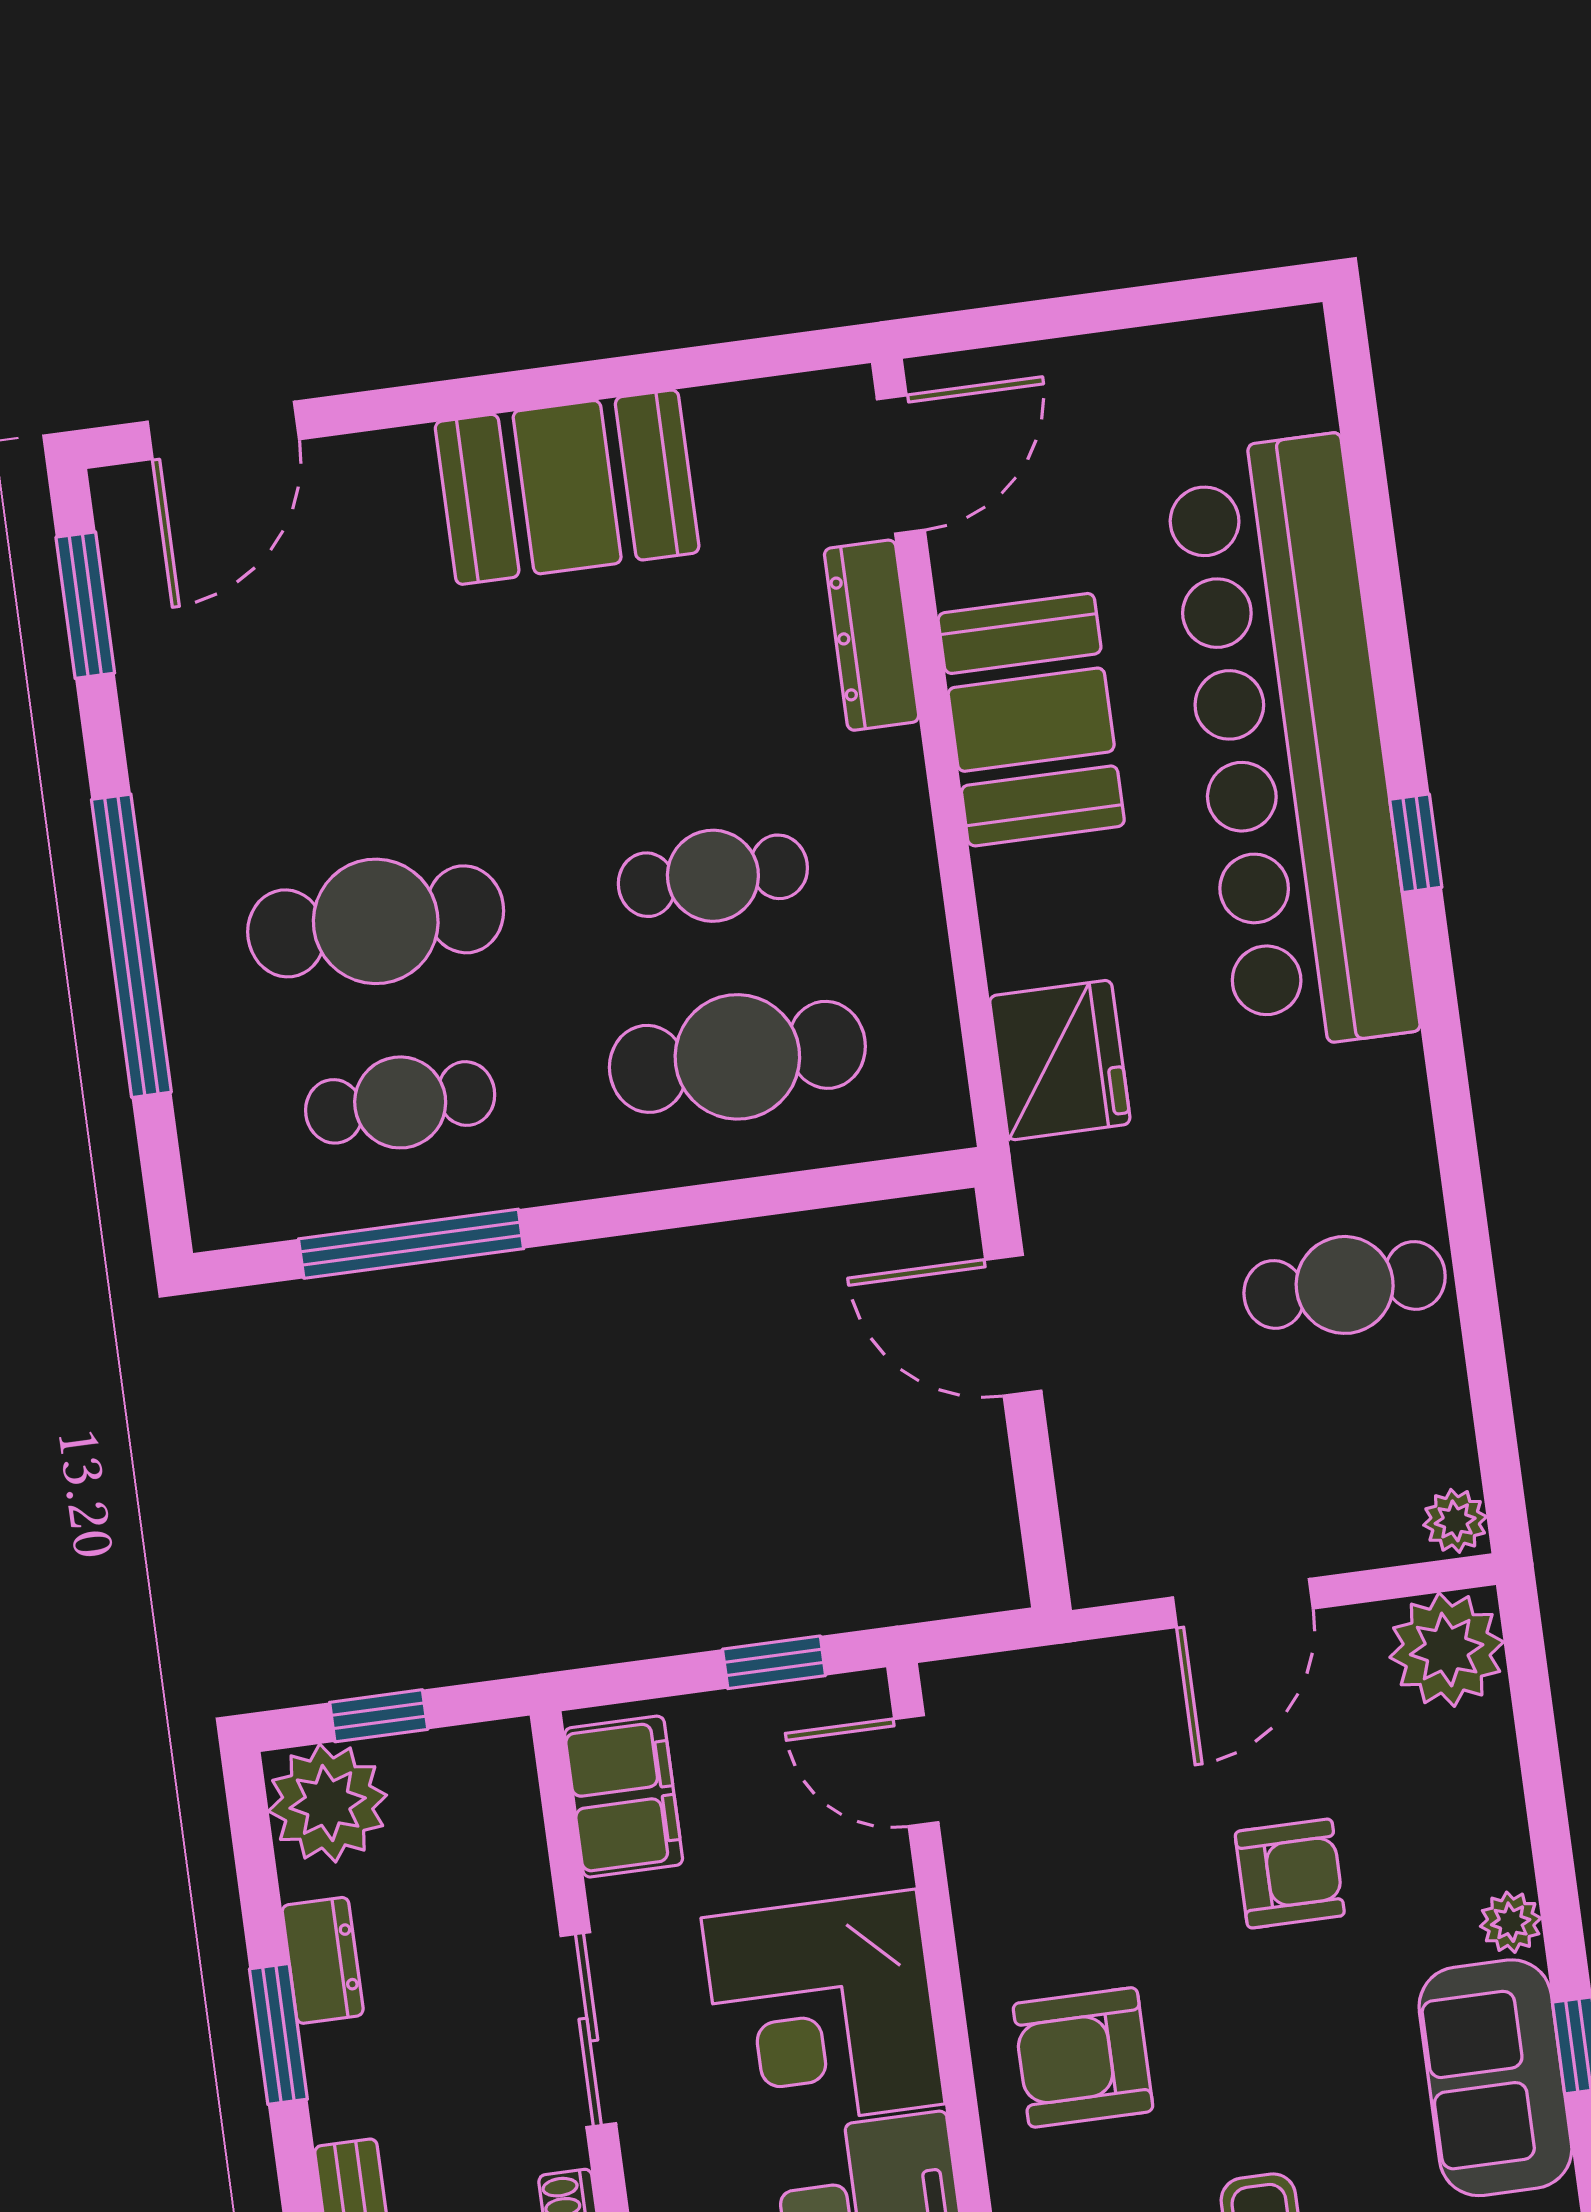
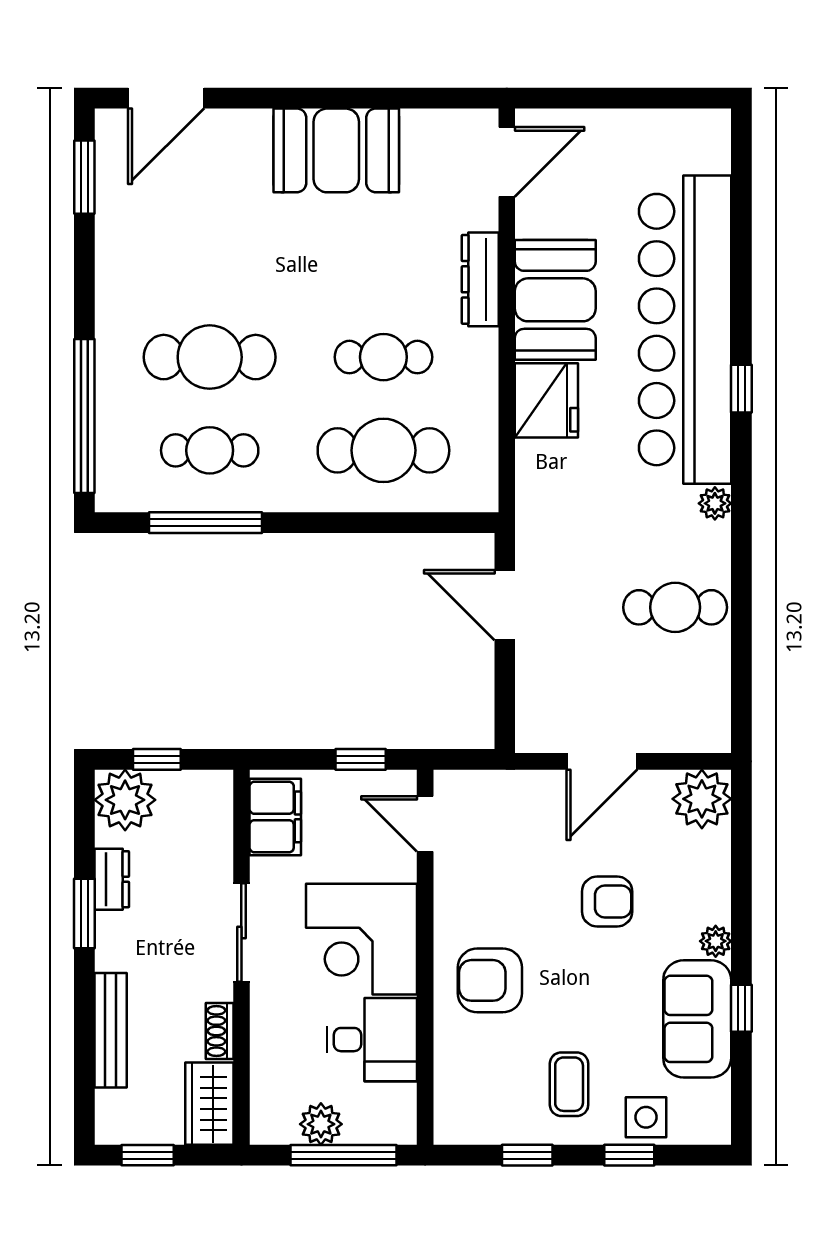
dresser: (872, 635) -> (480, 279), moved
window: (131, 946) -> (84, 416), moved
fridge: (1060, 1060) -> (546, 400), moved
plant: (1455, 1521) -> (715, 503), moved

